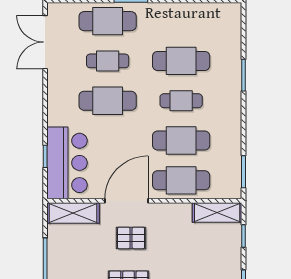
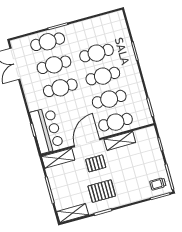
cafe table: (108, 61) -> (54, 65), width x1.37, depth x1.35
cafe table: (181, 101) -> (103, 76), width x1.37, depth x1.35
shelving: (217, 212) -> (120, 141), moved

